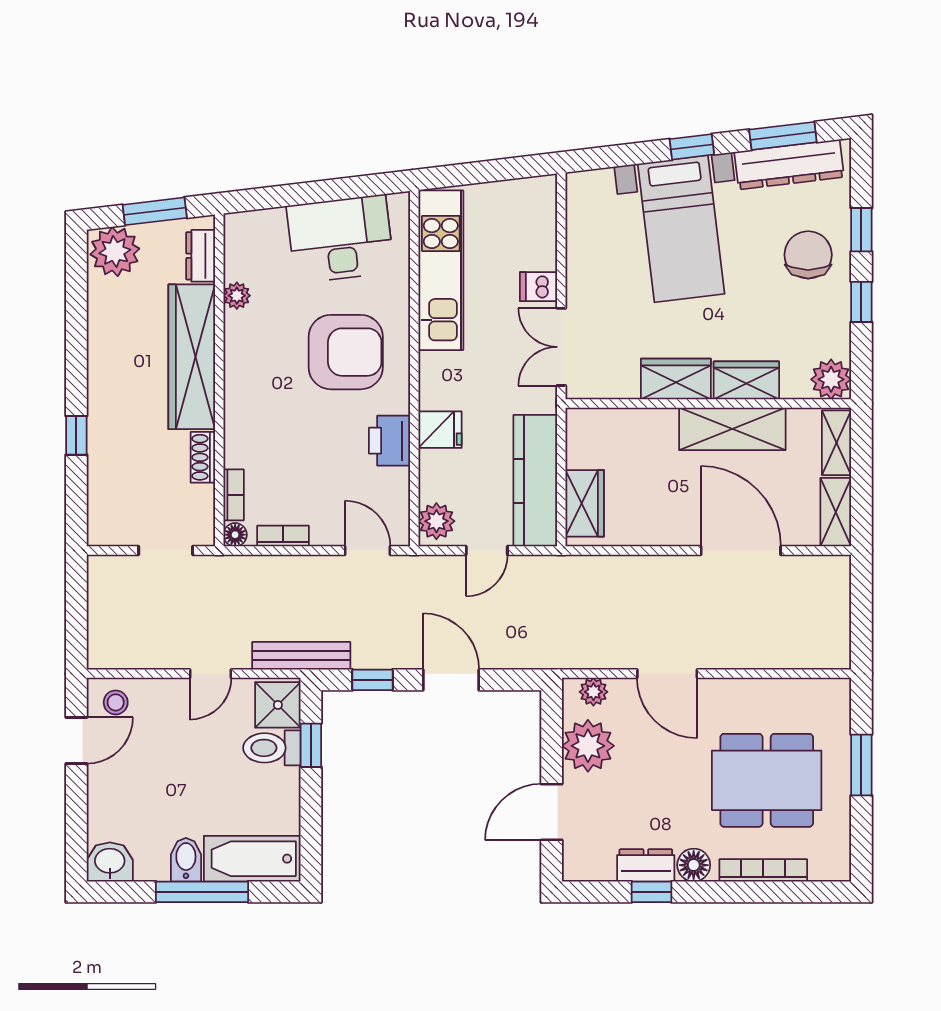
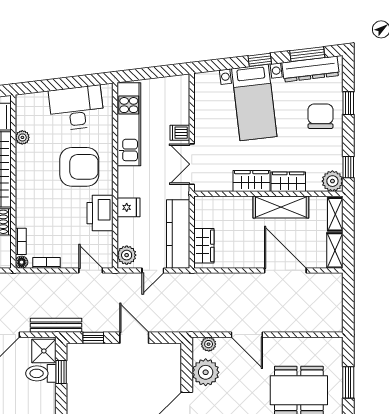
window: (861, 302) -> (348, 167), moved
printer: (389, 441) -> (100, 213), width x1.37, depth x1.19

